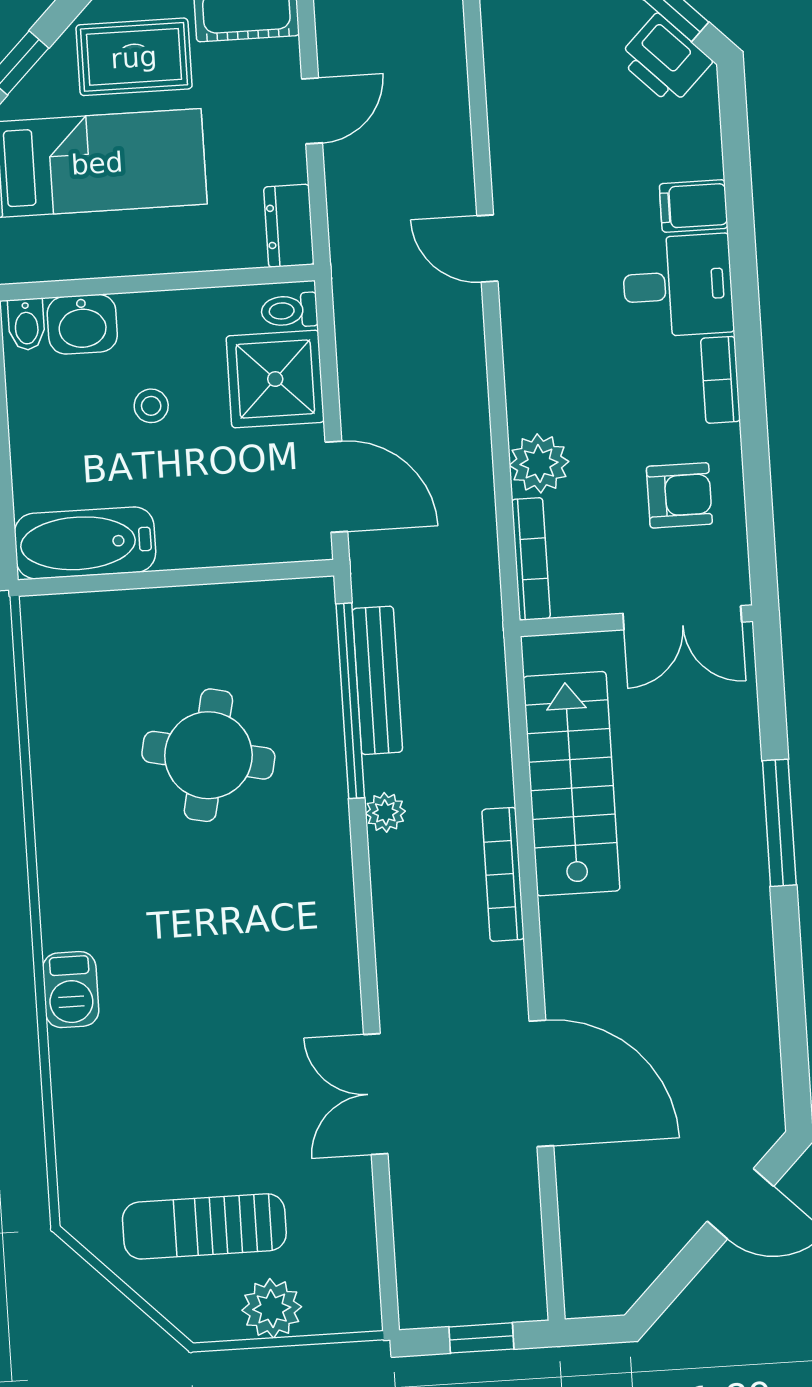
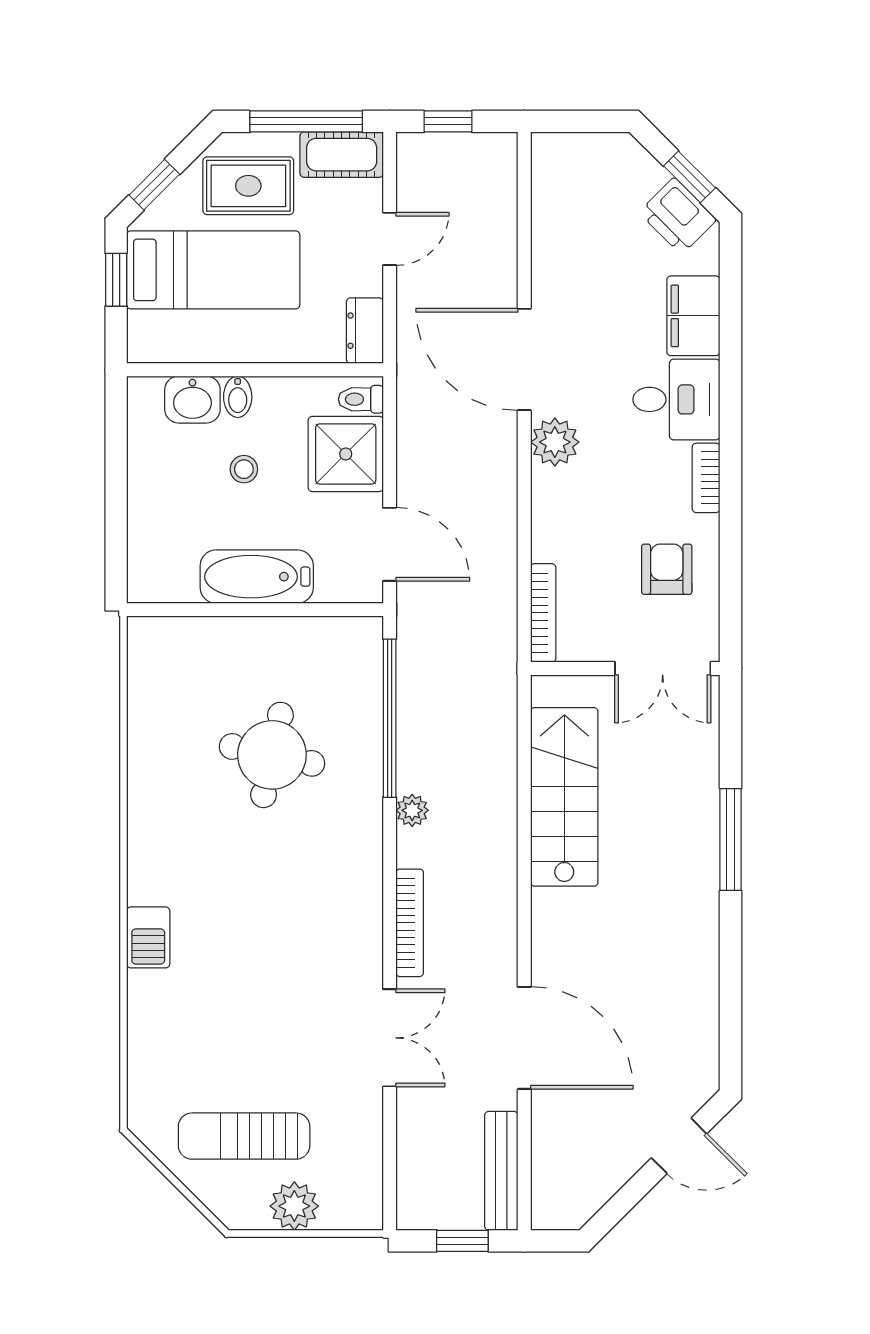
filing cabinet: (694, 206) -> (693, 316), width x2.00
door: (487, 248) -> (524, 359), width x1.87
bidet: (26, 324) -> (238, 397), moved
plant: (539, 463) -> (555, 442), moved
armchair: (679, 495) -> (667, 569), turned -90
bathtub: (85, 543) -> (257, 577), moved
bench: (377, 680) -> (501, 1171), moved
bookcase: (503, 874) -> (410, 923), moved, turned 180
double door: (376, 1094) -> (390, 1038), swing flipped

